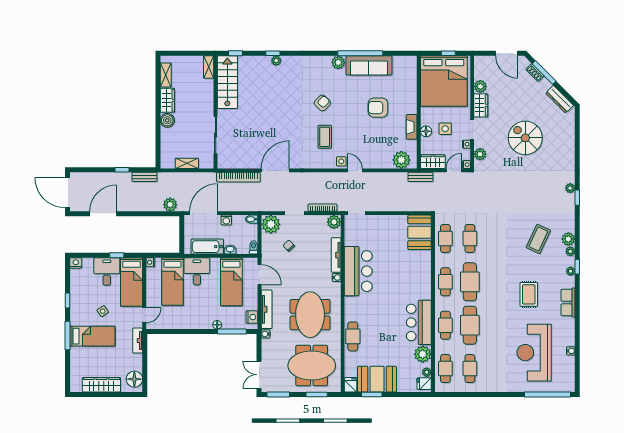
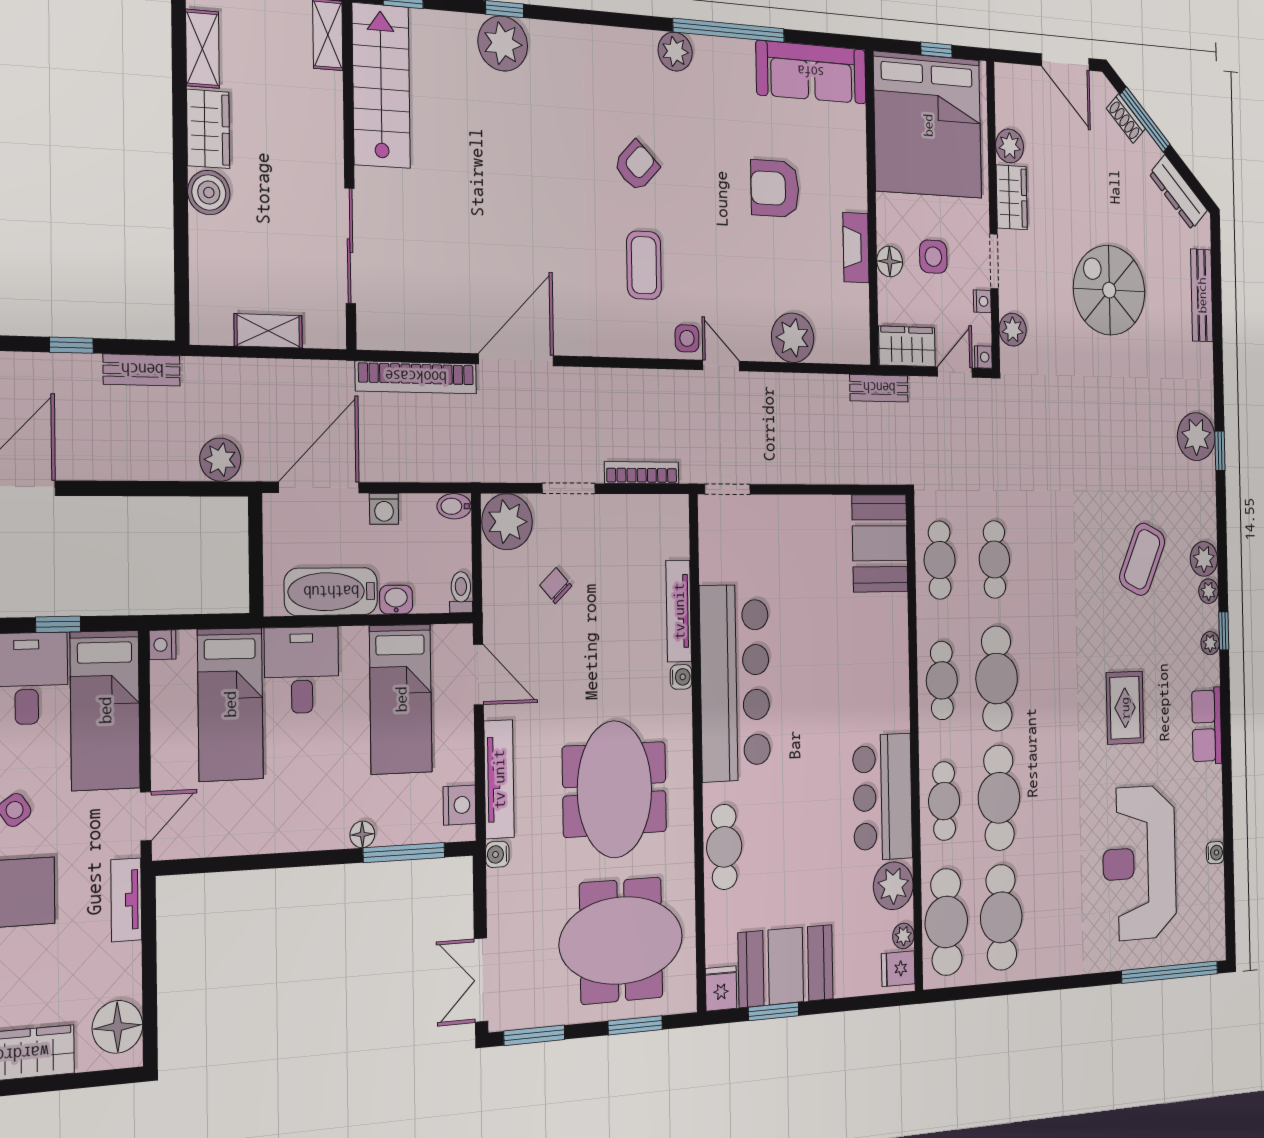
plant: (276, 61) -> (503, 44), width x1.88, depth x1.88
sofa: (369, 65) -> (811, 72), moved
bench: (570, 138) -> (1202, 295), added
plant: (401, 160) -> (793, 338), moved
plant: (570, 188) -> (1196, 437), width x1.88, depth x1.88
plant: (334, 222) -> (672, 514), removed
bar counter: (358, 271) -> (735, 683), width x1.36
cafe table: (445, 369) -> (946, 922), width x1.37, depth x1.35
cafe table: (470, 369) -> (1001, 917), width x1.37, depth x1.35

